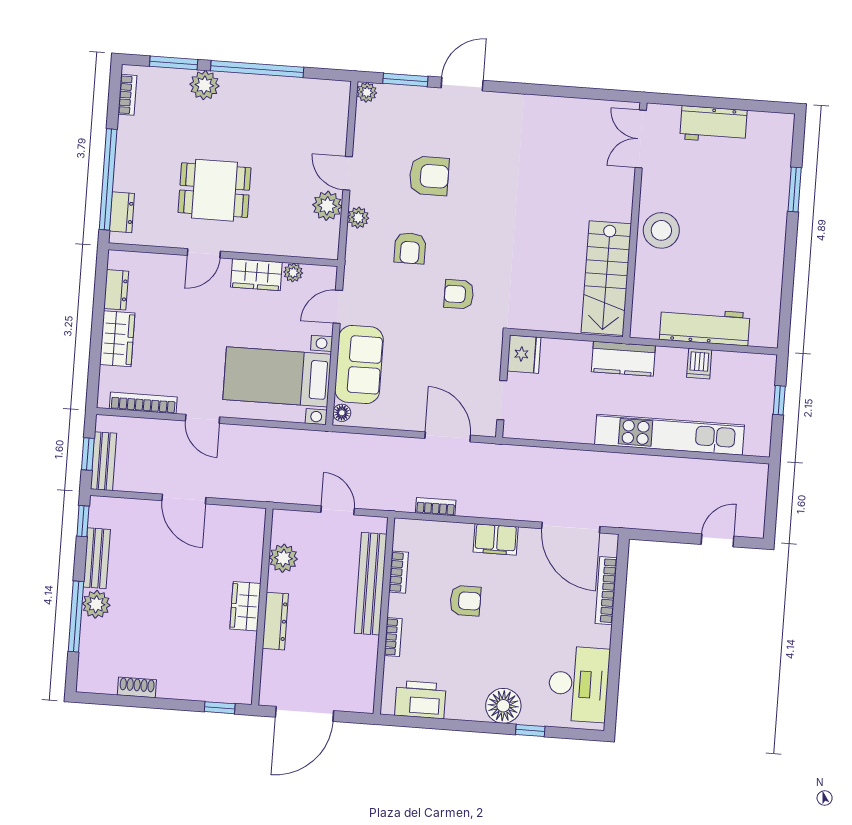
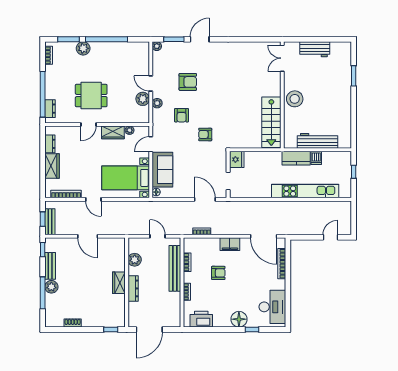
kitchen counter: (623, 359) -> (296, 158), moved

